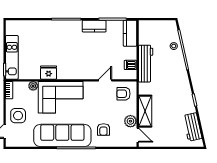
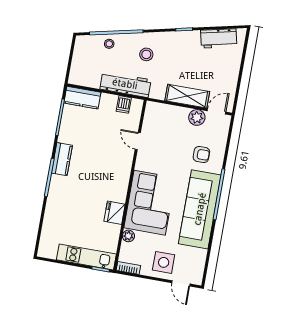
kitchen counter: (94, 26) -> (62, 159), moved
stool: (171, 75) -> (146, 54), added
armchair: (123, 94) -> (160, 120), removed

